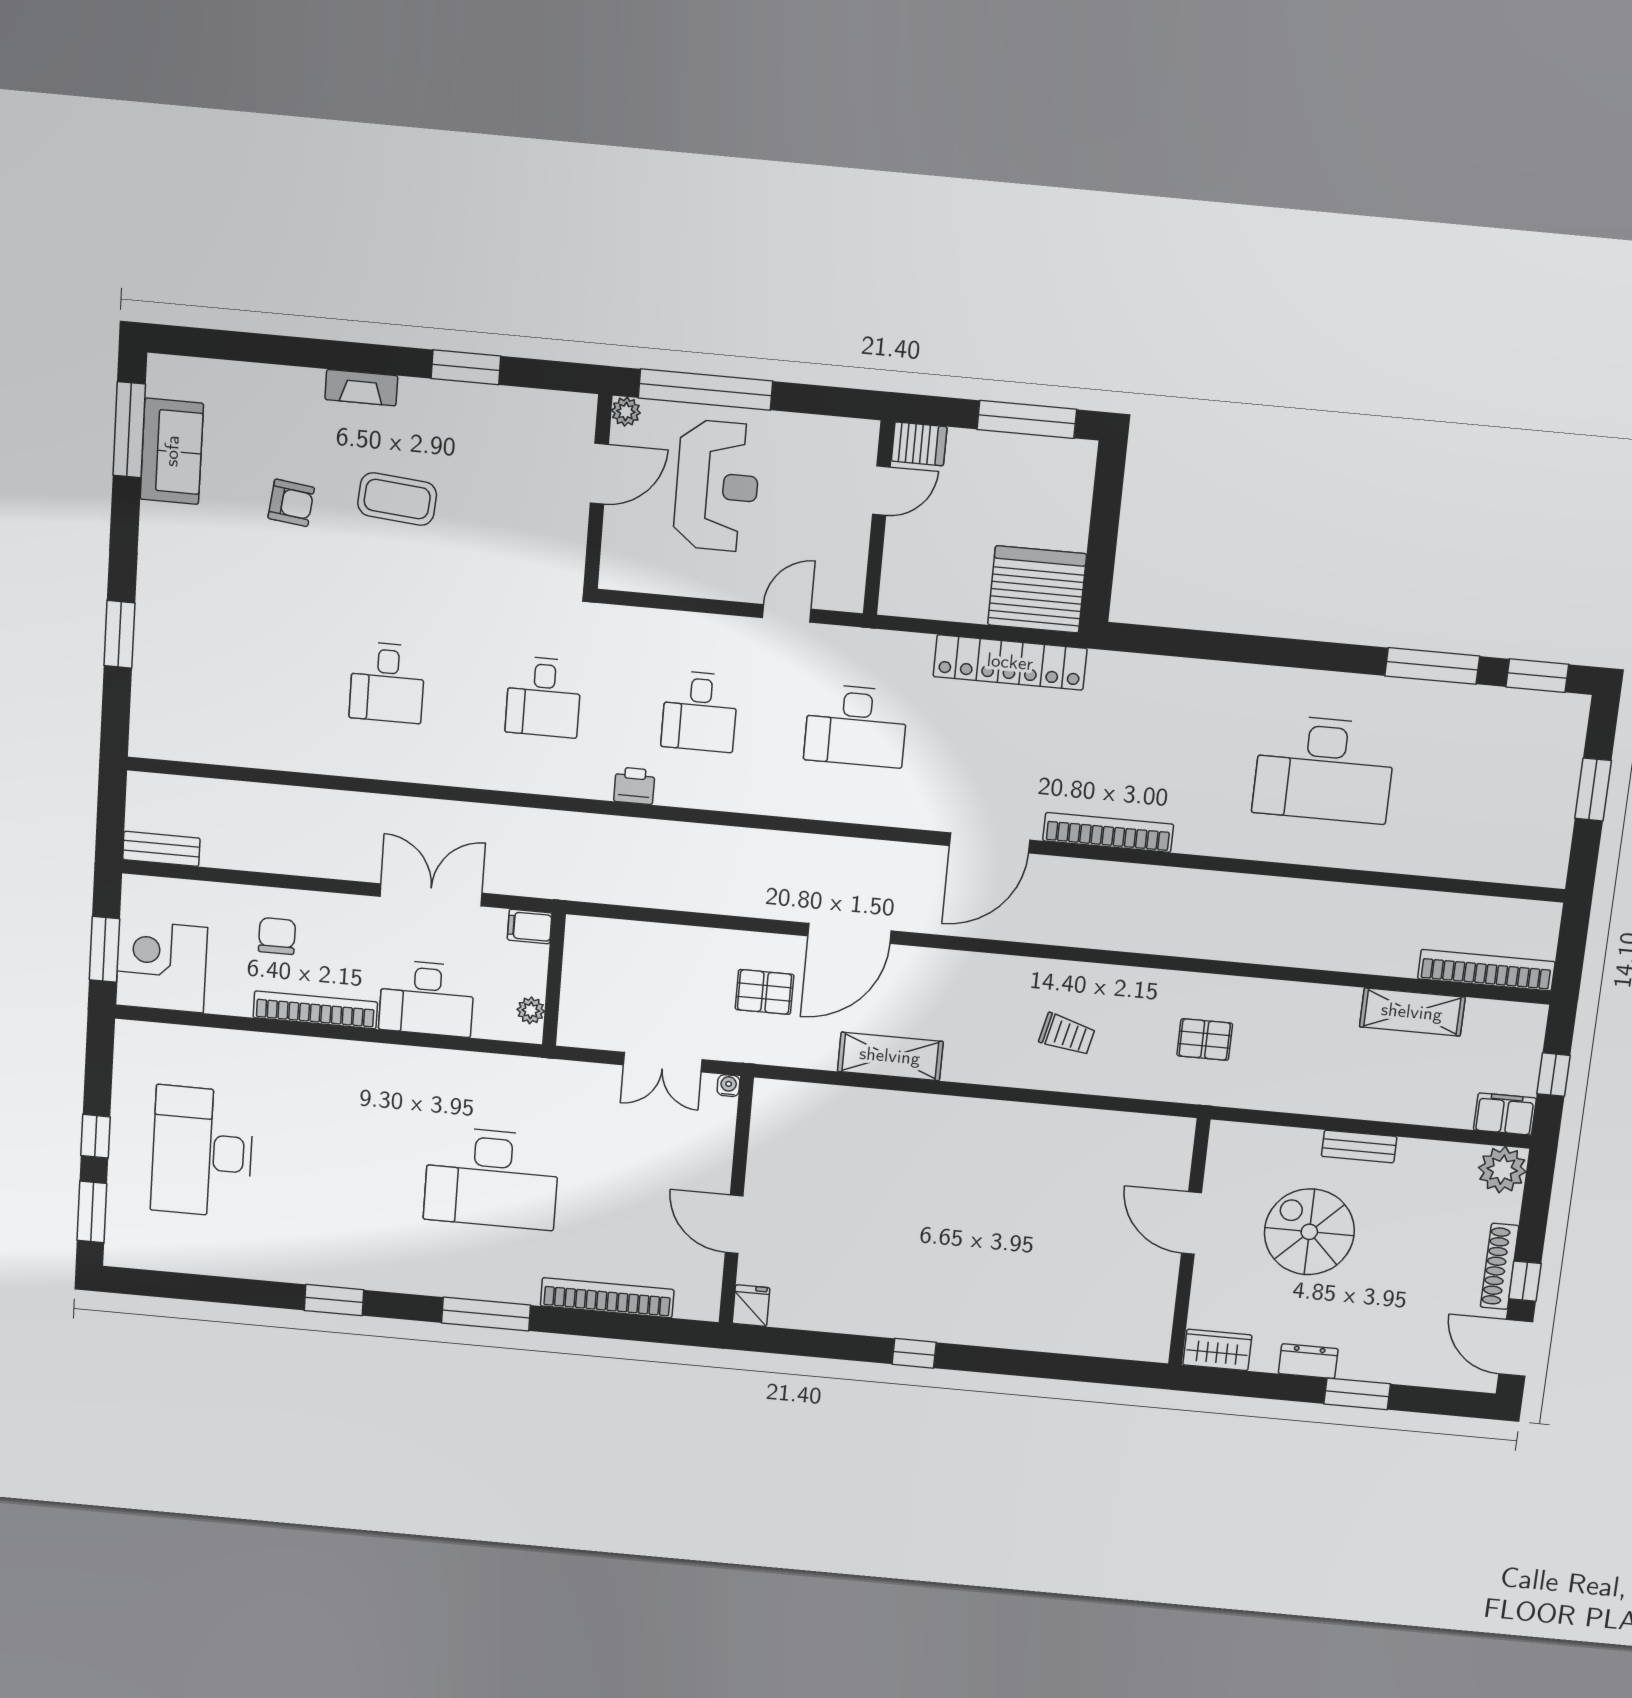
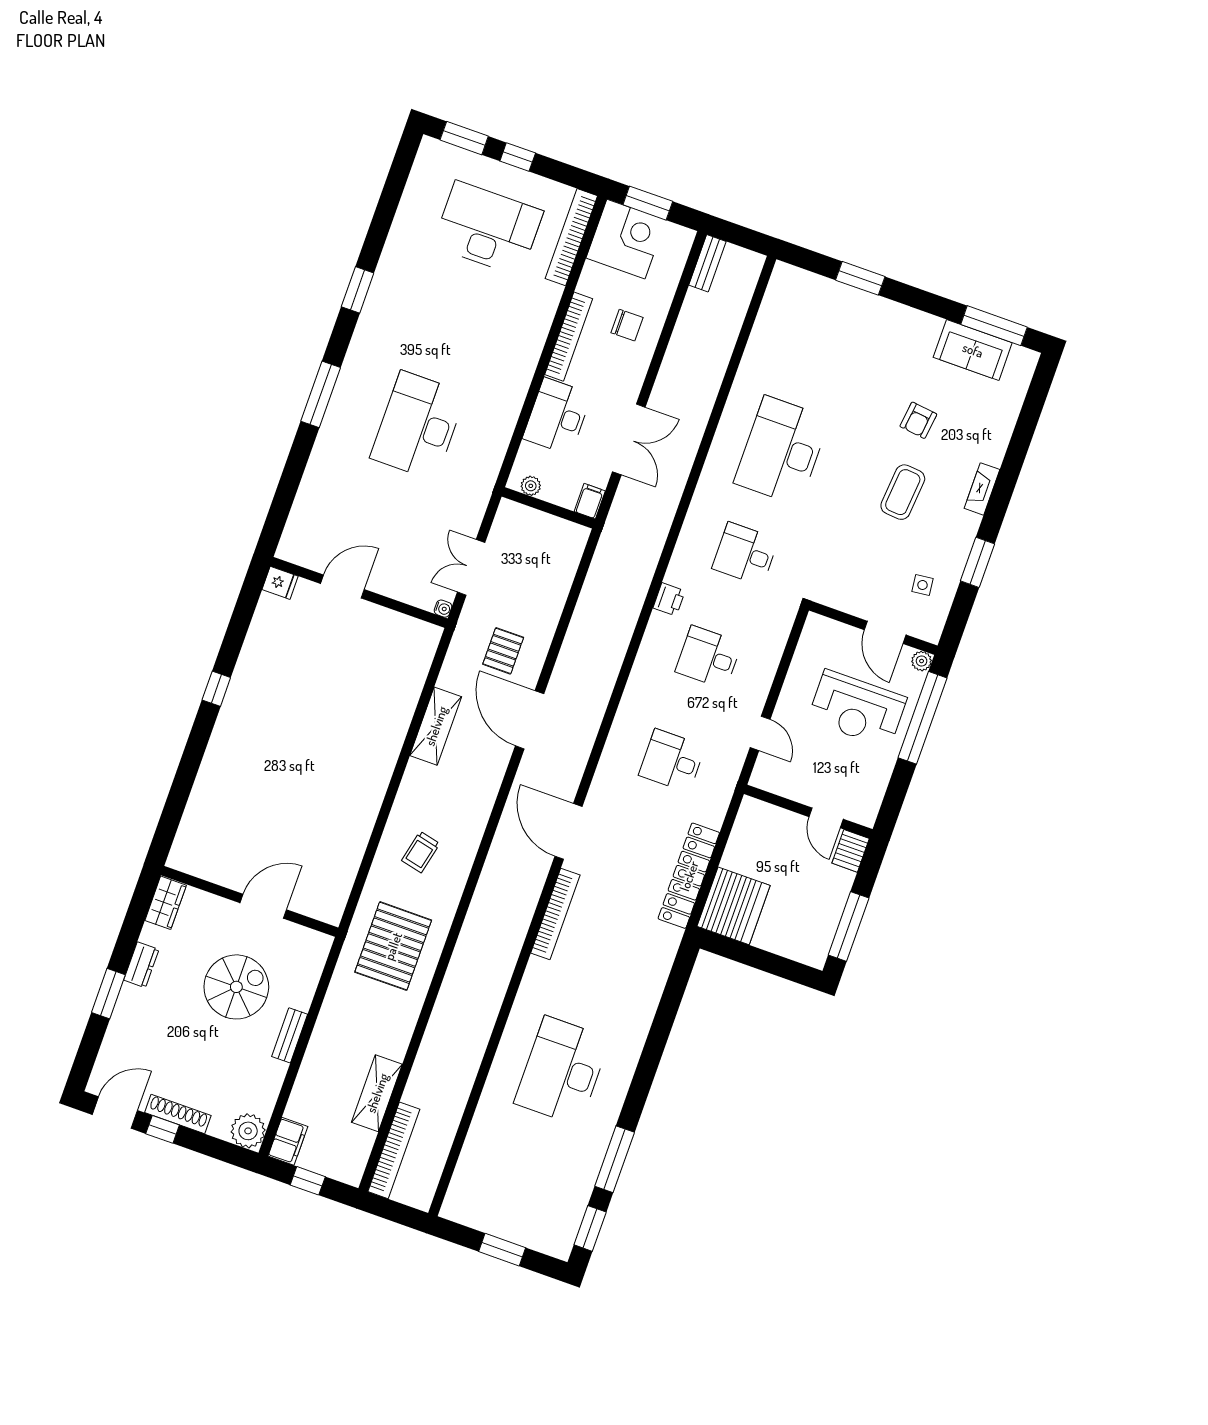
side table: (519, 438) -> (922, 585), added
desk: (387, 683) -> (782, 451), width x1.87, depth x1.30
desk: (856, 726) -> (672, 761), width x0.73
pallet: (1205, 1039) -> (393, 946), width x2.05, depth x2.00
bookcase: (607, 1298) -> (571, 237), moved, turned 180

